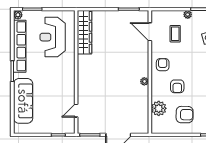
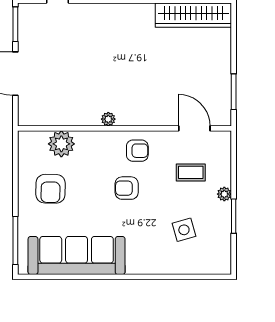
door: (150, 32) -> (194, 128), hinge flipped
armchair: (177, 86) -> (127, 188), moved

